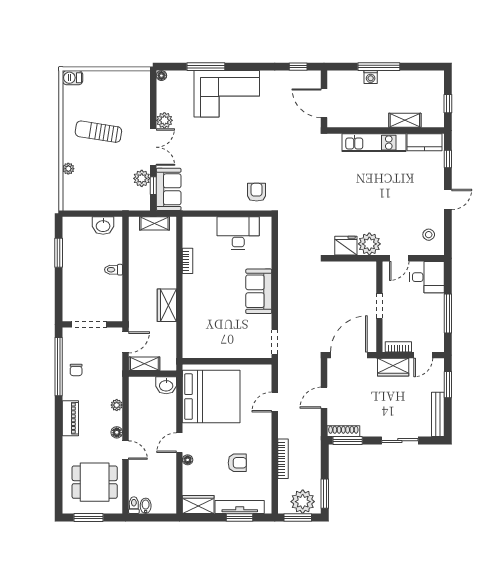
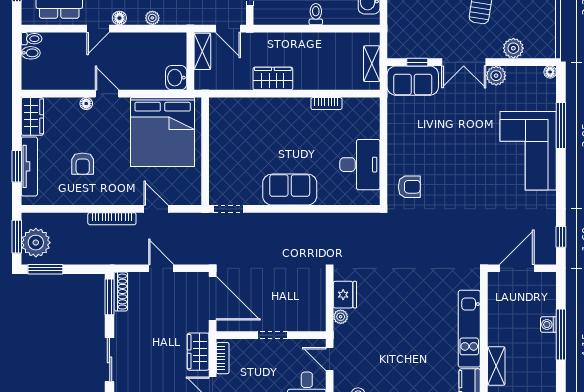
plant: (142, 178) -> (513, 48), moved
plant: (369, 244) -> (341, 317), width x0.53, depth x0.53
bookcase: (283, 459) -> (112, 219), moved

